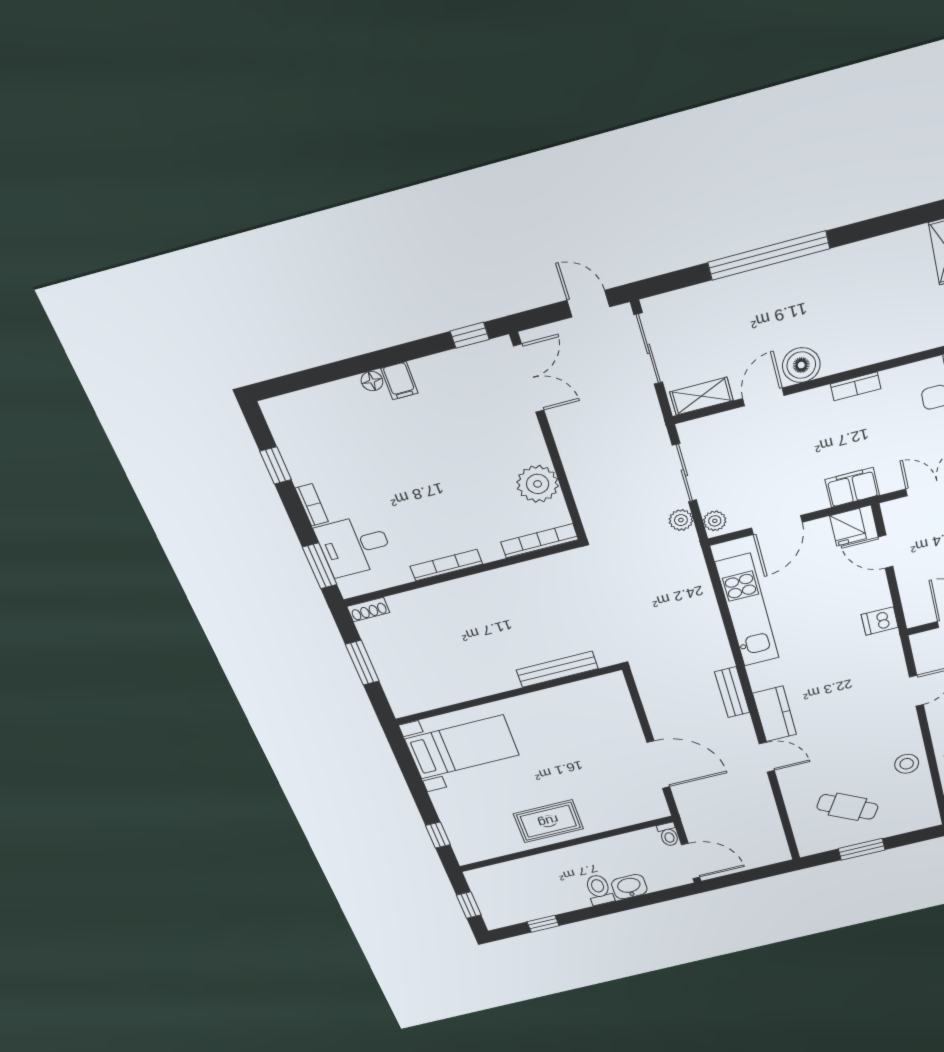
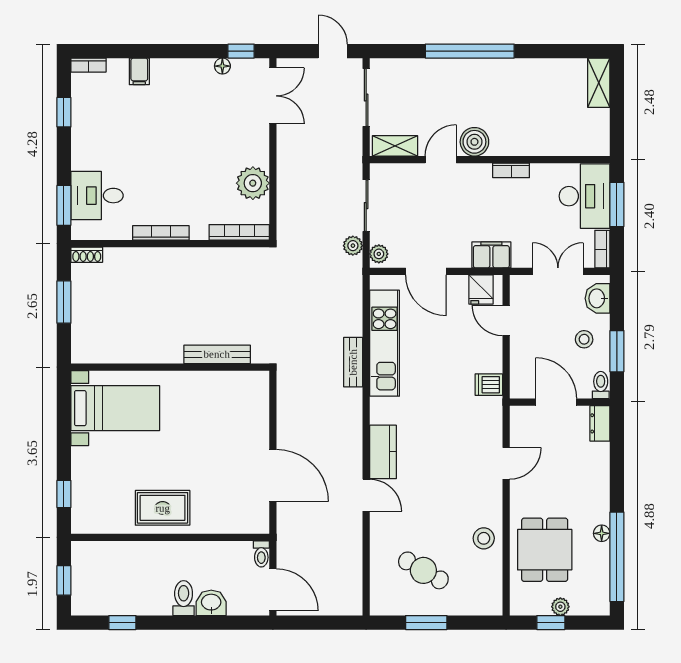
floor lamp: (372, 381) -> (222, 66), moved
filing cabinet: (399, 381) -> (139, 71), moved
bookcase: (312, 505) -> (89, 65), moved, turned 90
door: (777, 525) -> (426, 271), hinge flipped
bench: (732, 692) -> (353, 362), moved

